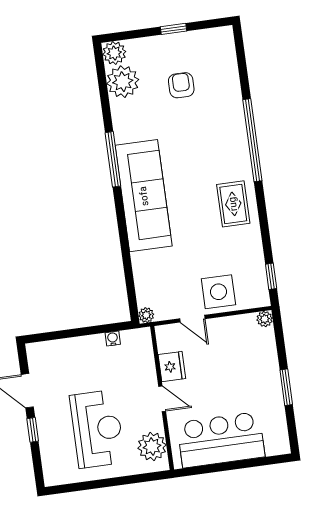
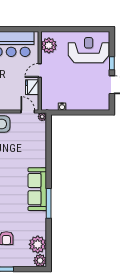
sofa: (144, 196) -> (37, 189), width x0.74, depth x0.79
door: (192, 319) -> (28, 111), moved
door: (162, 399) -> (40, 70), hinge flipped
reception desk: (97, 429) -> (89, 50), moved, turned 90

